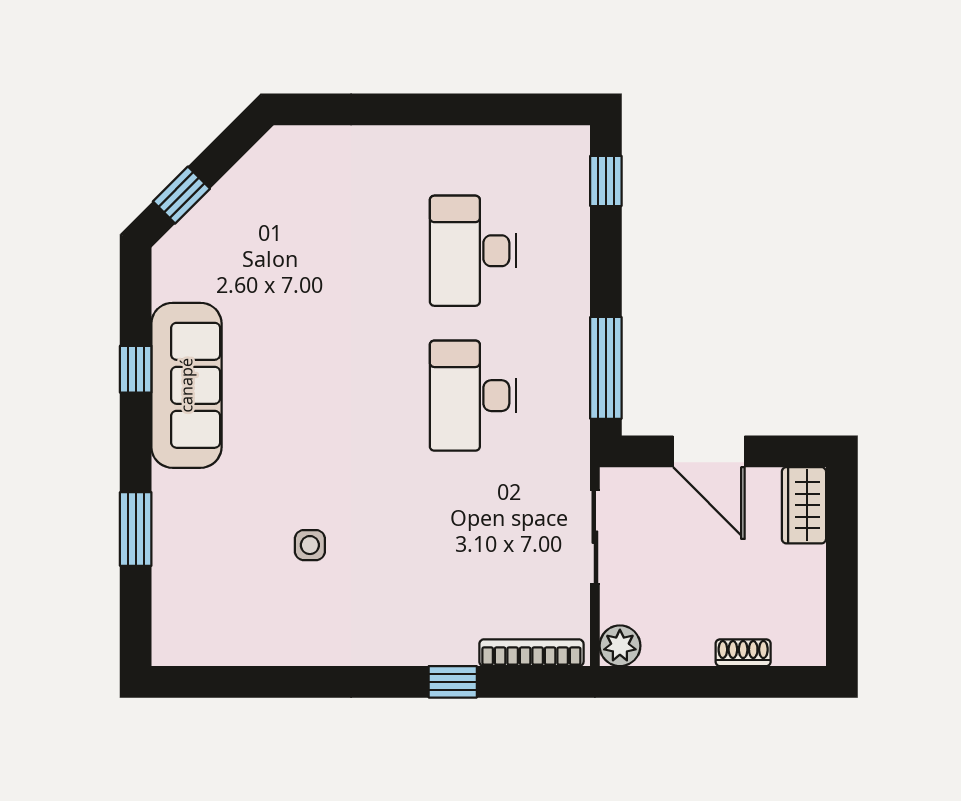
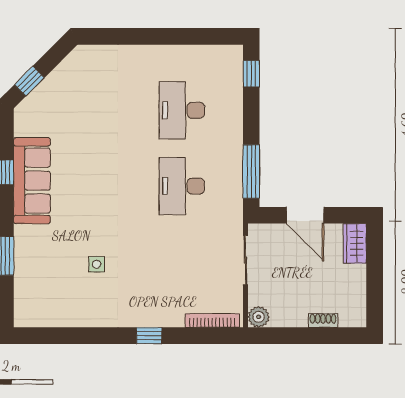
window: (453, 682) -> (149, 336), moved

